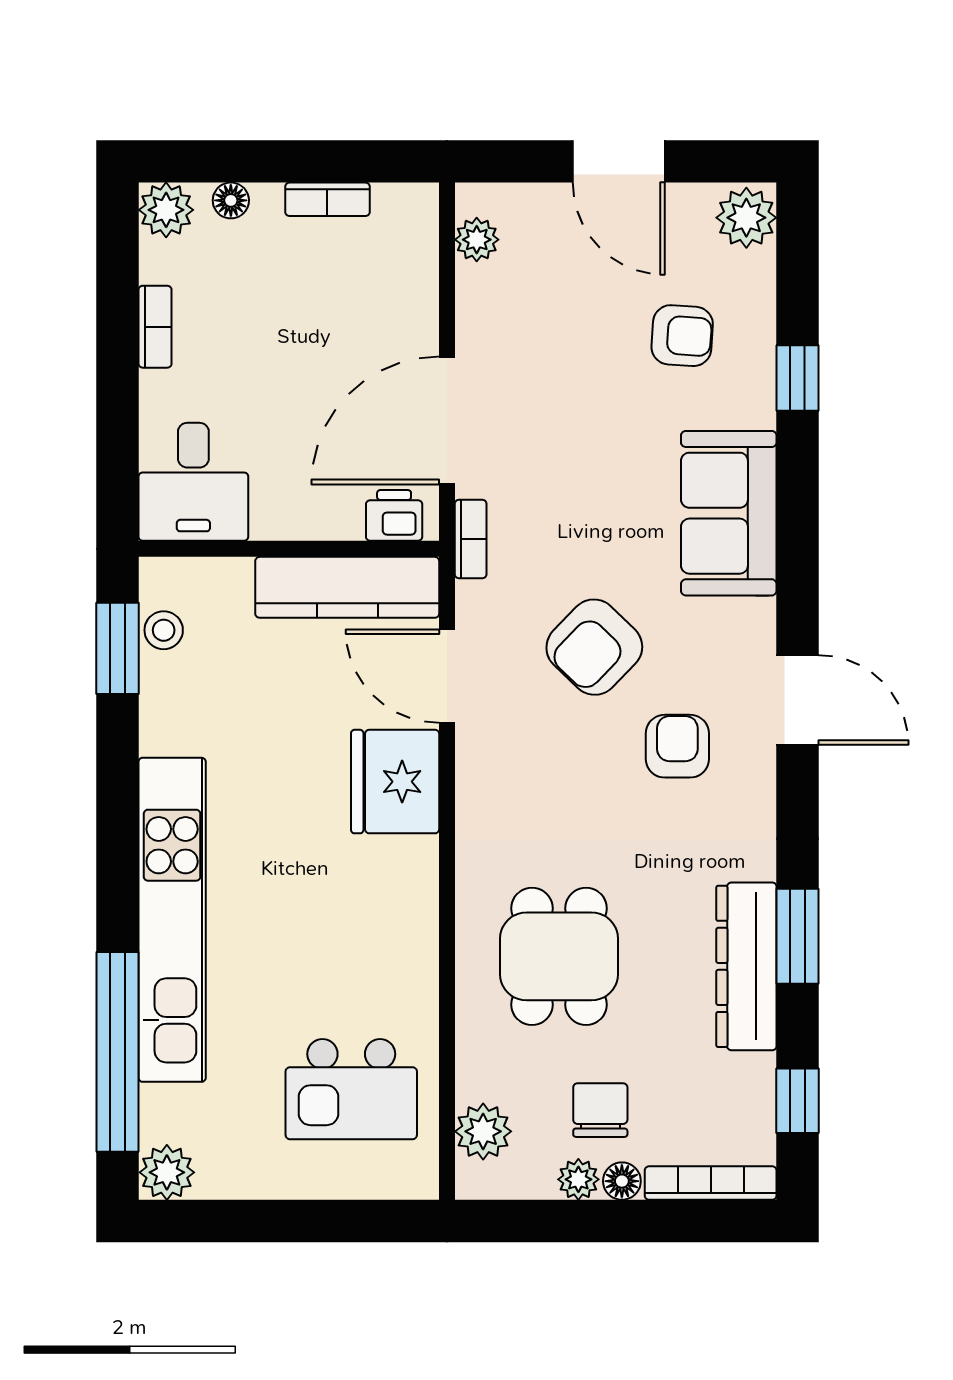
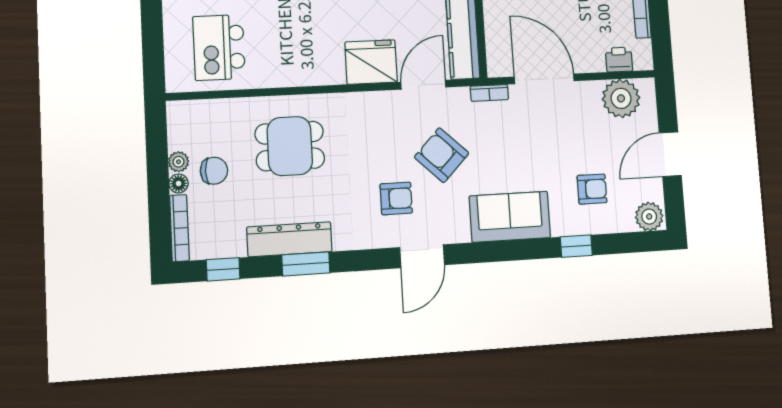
plant: (477, 240) -> (621, 98), width x1.87, depth x1.87
armchair: (682, 336) -> (592, 189), turned -94
printer: (394, 515) -> (619, 60), moved, turned -90
plant: (483, 1131) -> (201, 113), removed

